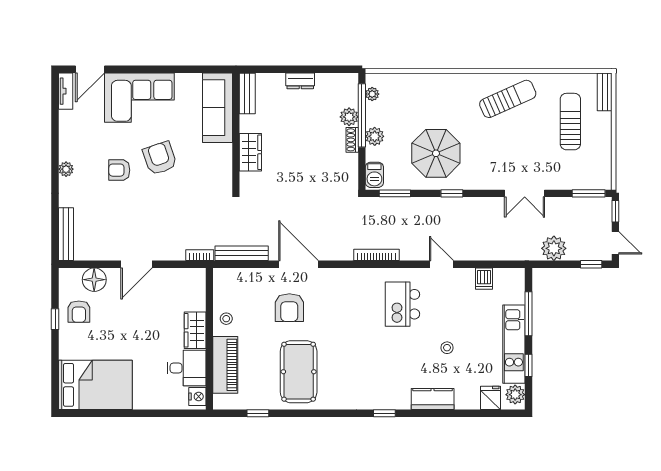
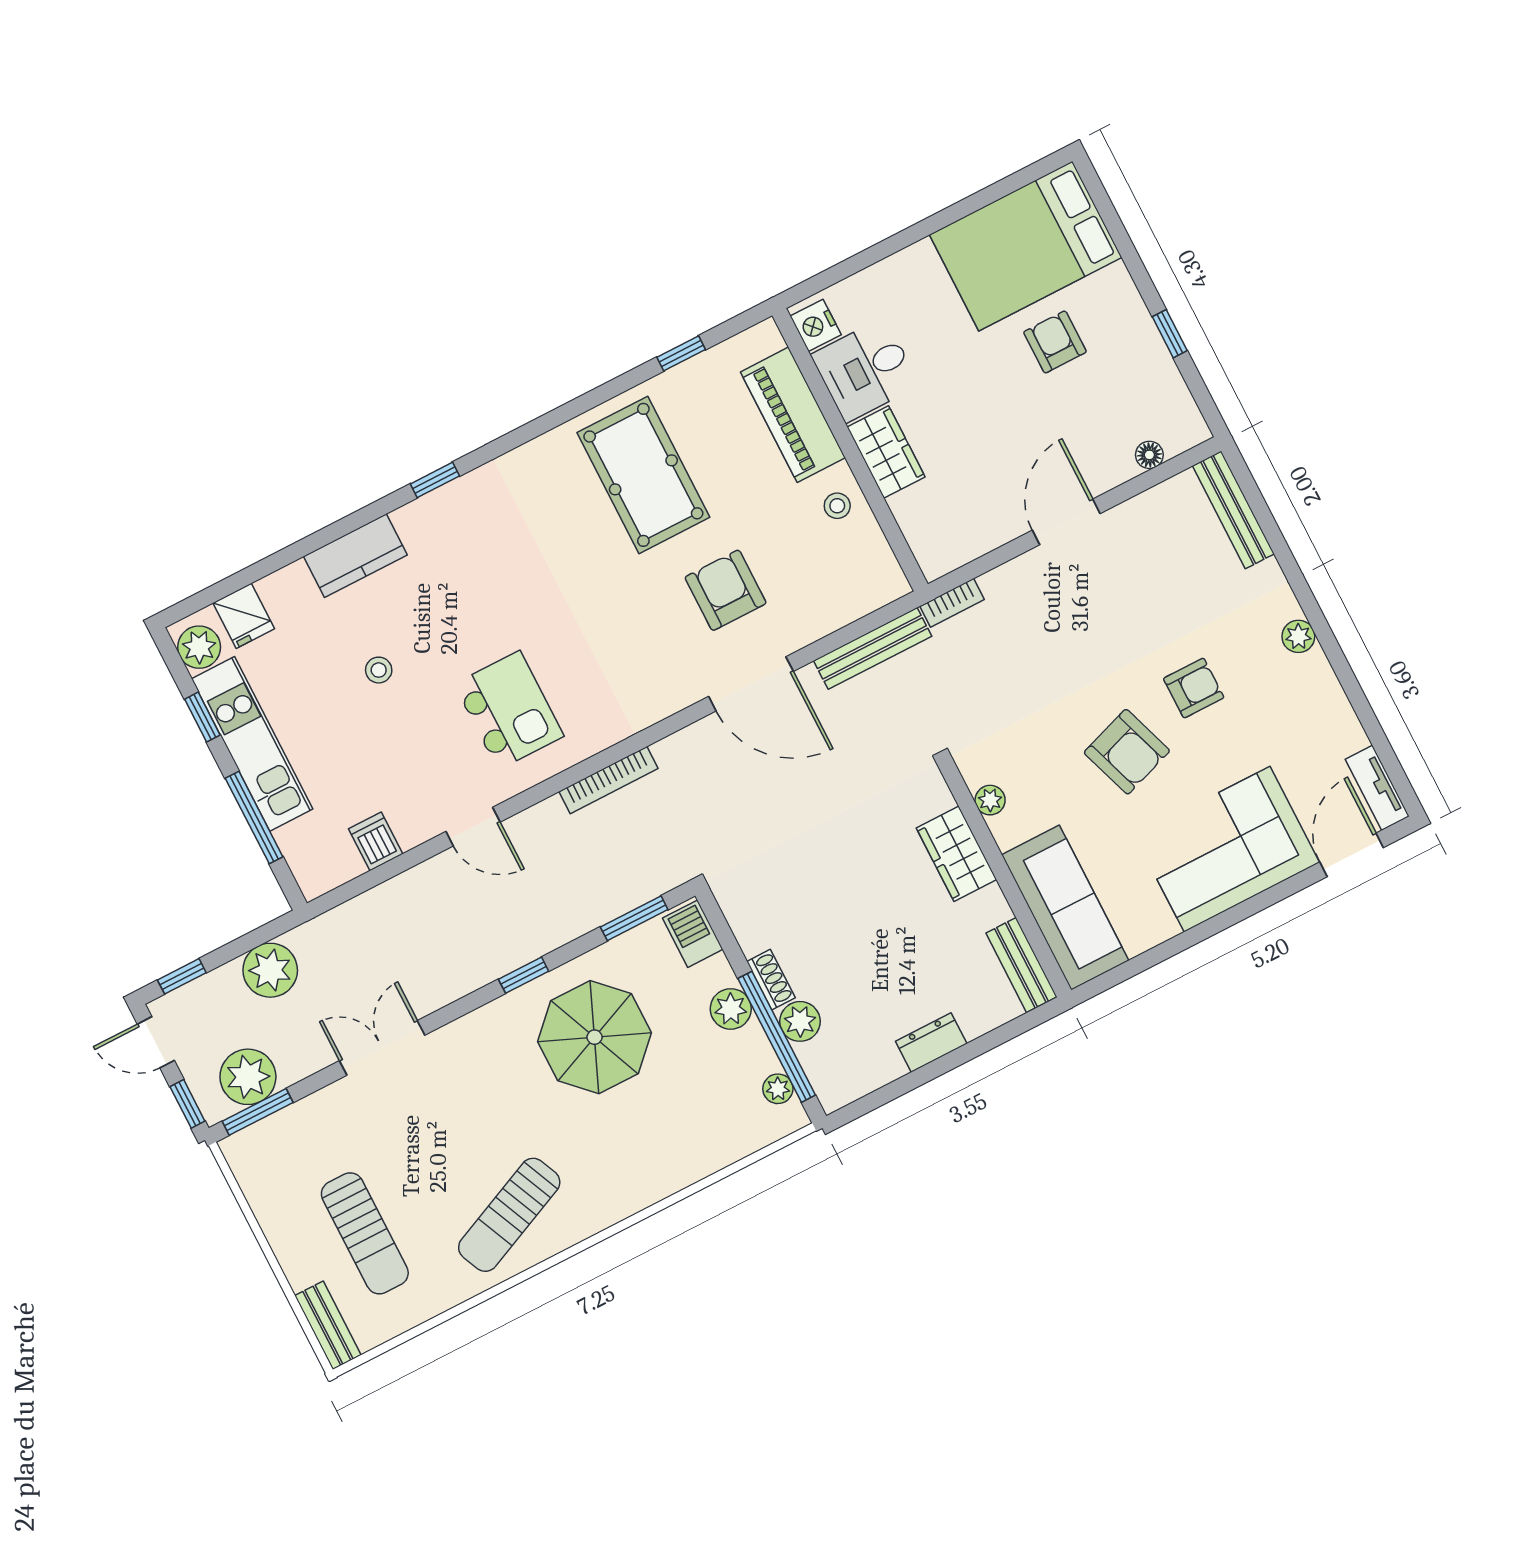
plant: (226, 167) -> (990, 800), added
plant: (585, 210) -> (248, 1077), added
floor lamp: (94, 280) -> (1149, 455), width x0.53, depth x0.53
armchair: (79, 312) -> (1055, 342), moved

